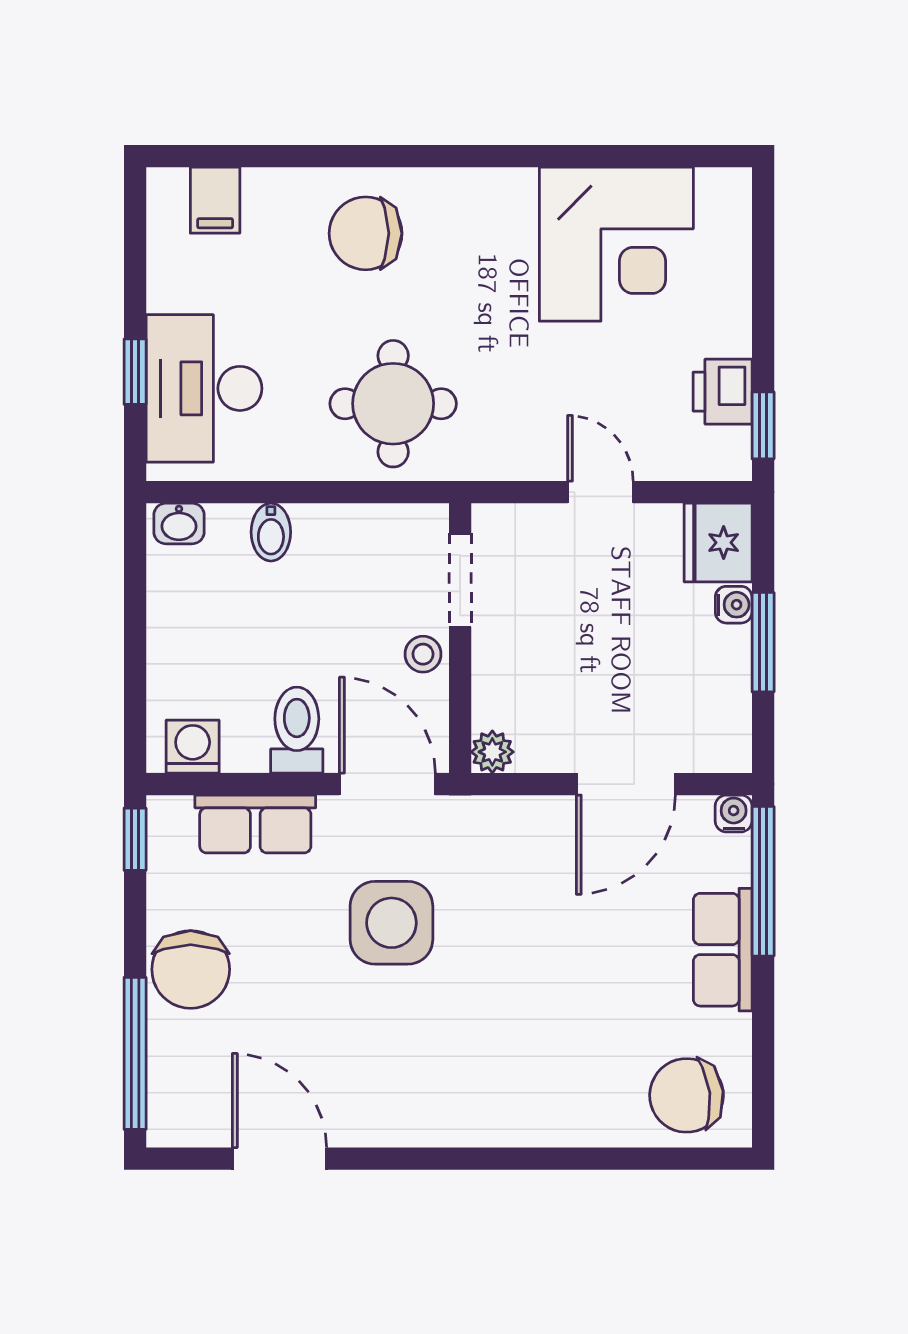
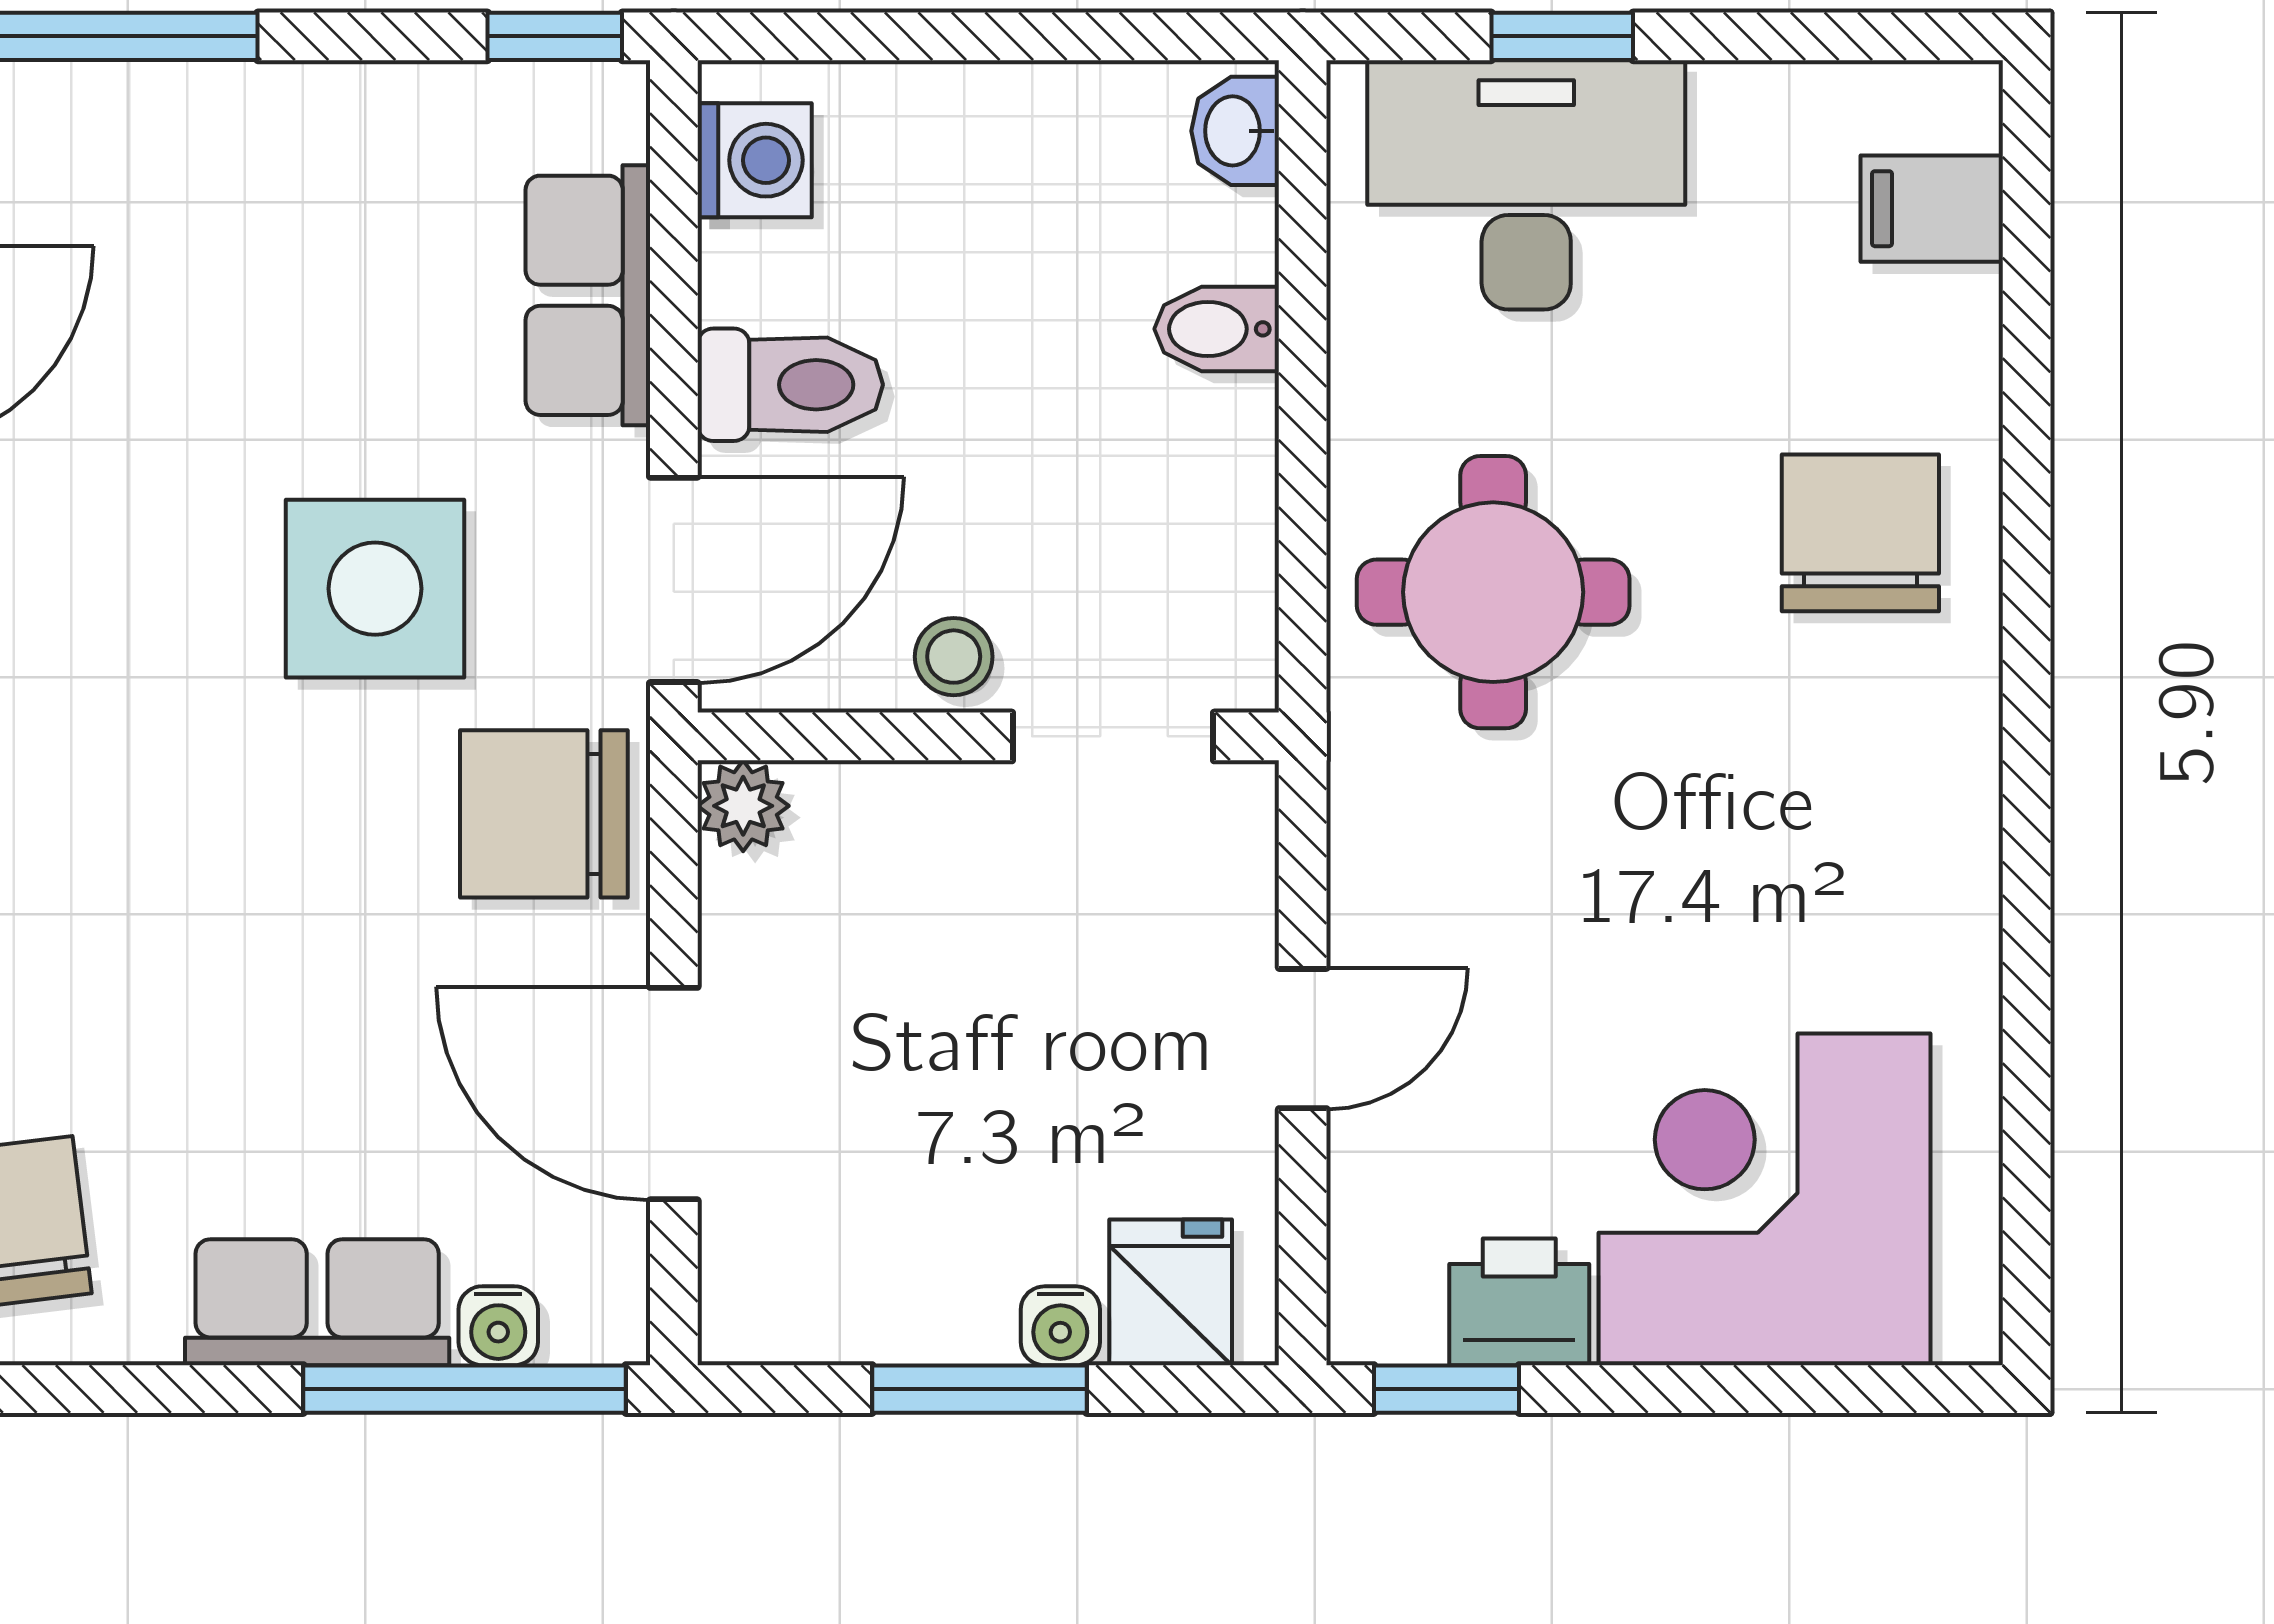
corner desk: (616, 244) -> (1764, 1199), moved, turned 90
fridge: (718, 543) -> (1171, 1292), width x0.72
water cooler: (734, 813) -> (498, 1326), moved, turned 90
chair: (191, 969) -> (544, 814), moved

